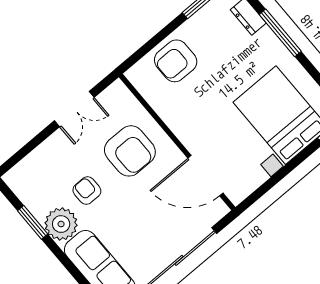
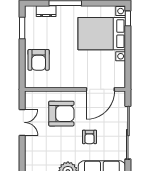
armchair: (87, 191) -> (89, 137), moved, turned -90

